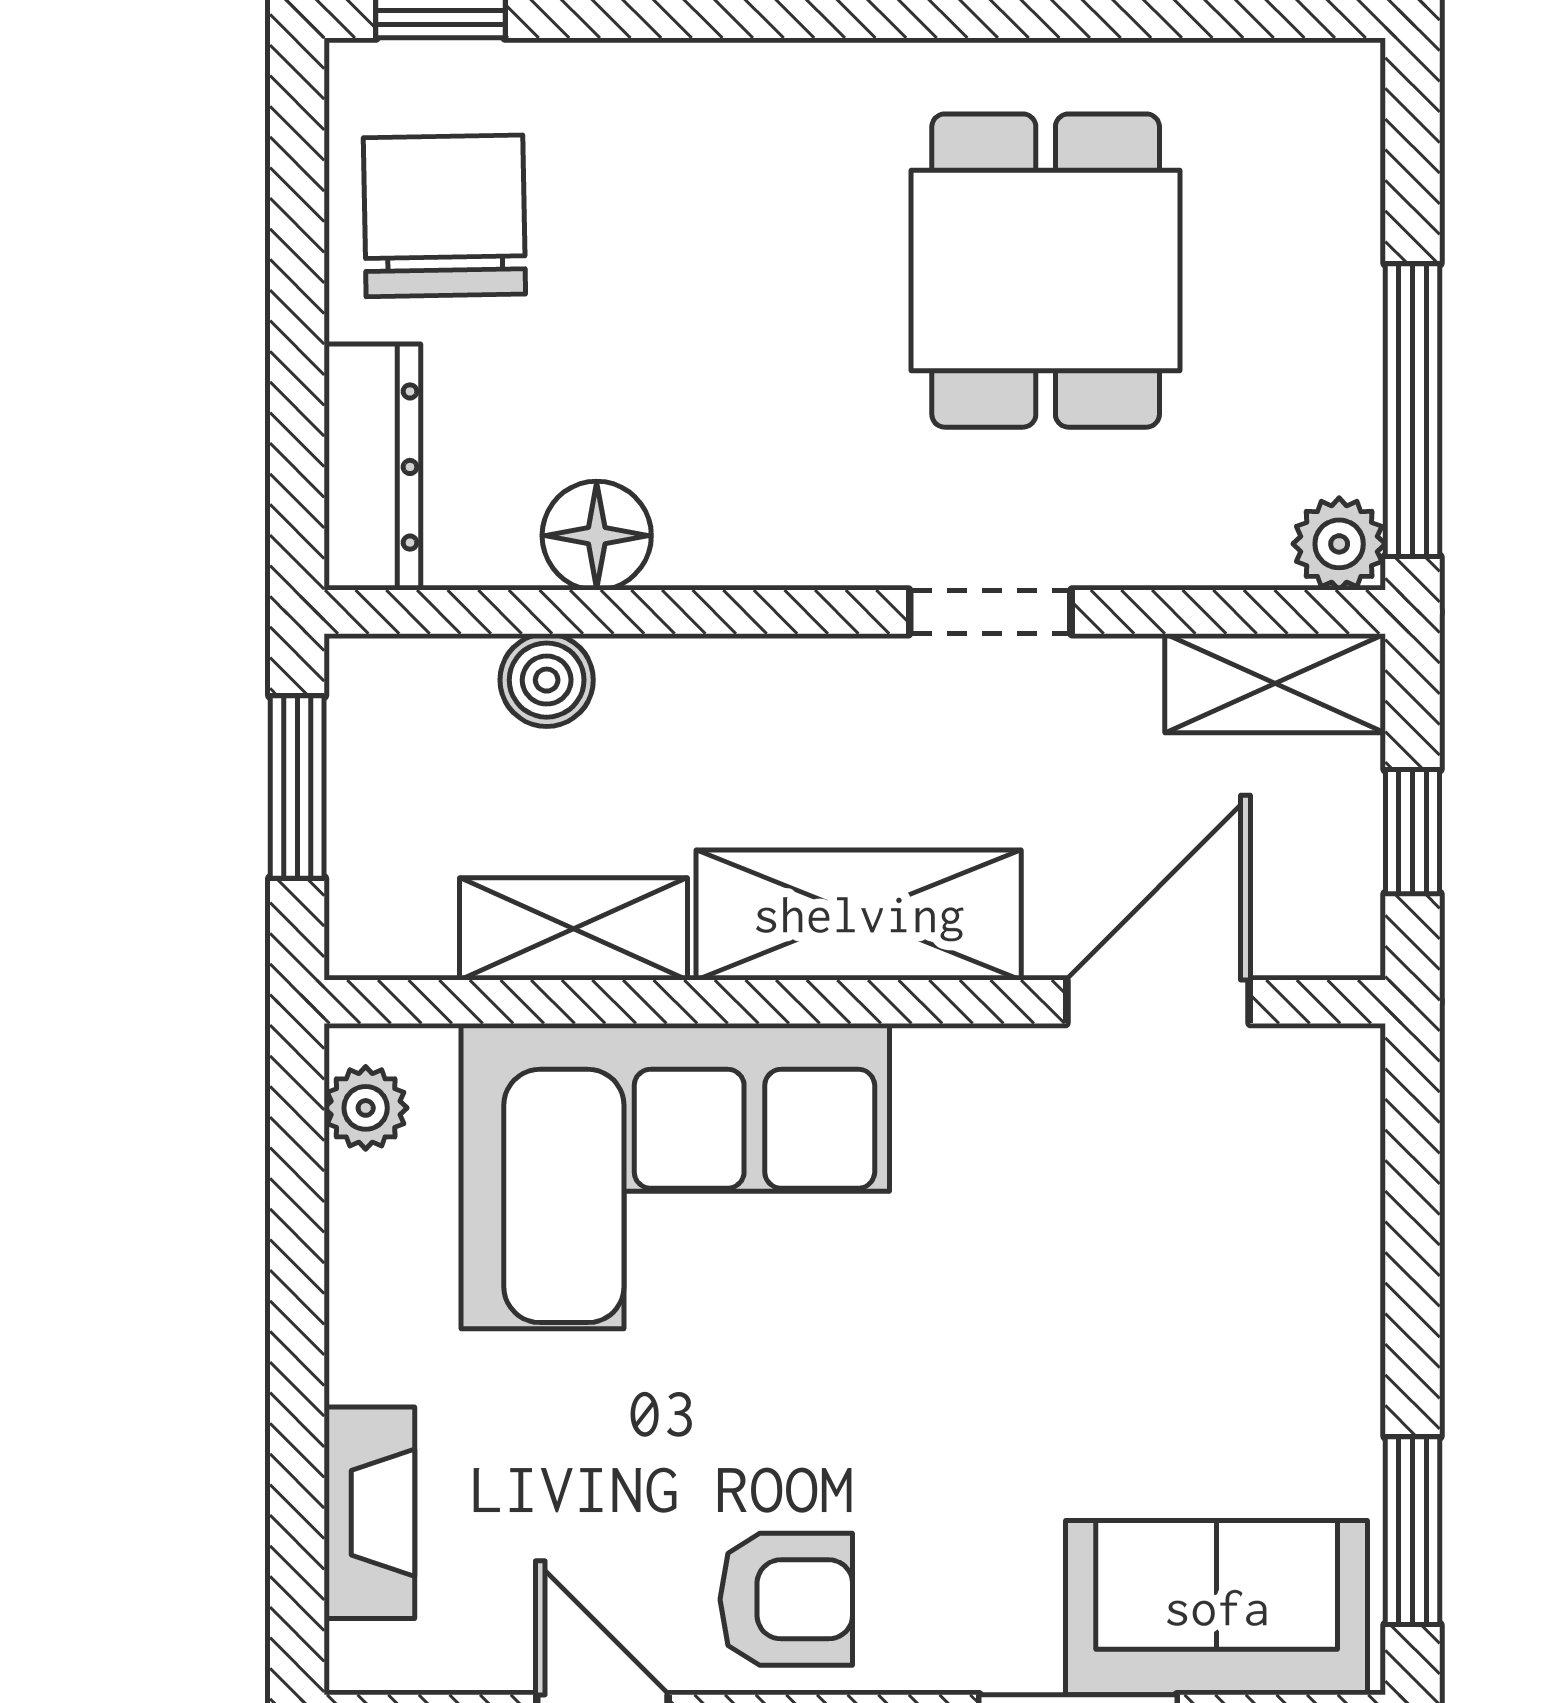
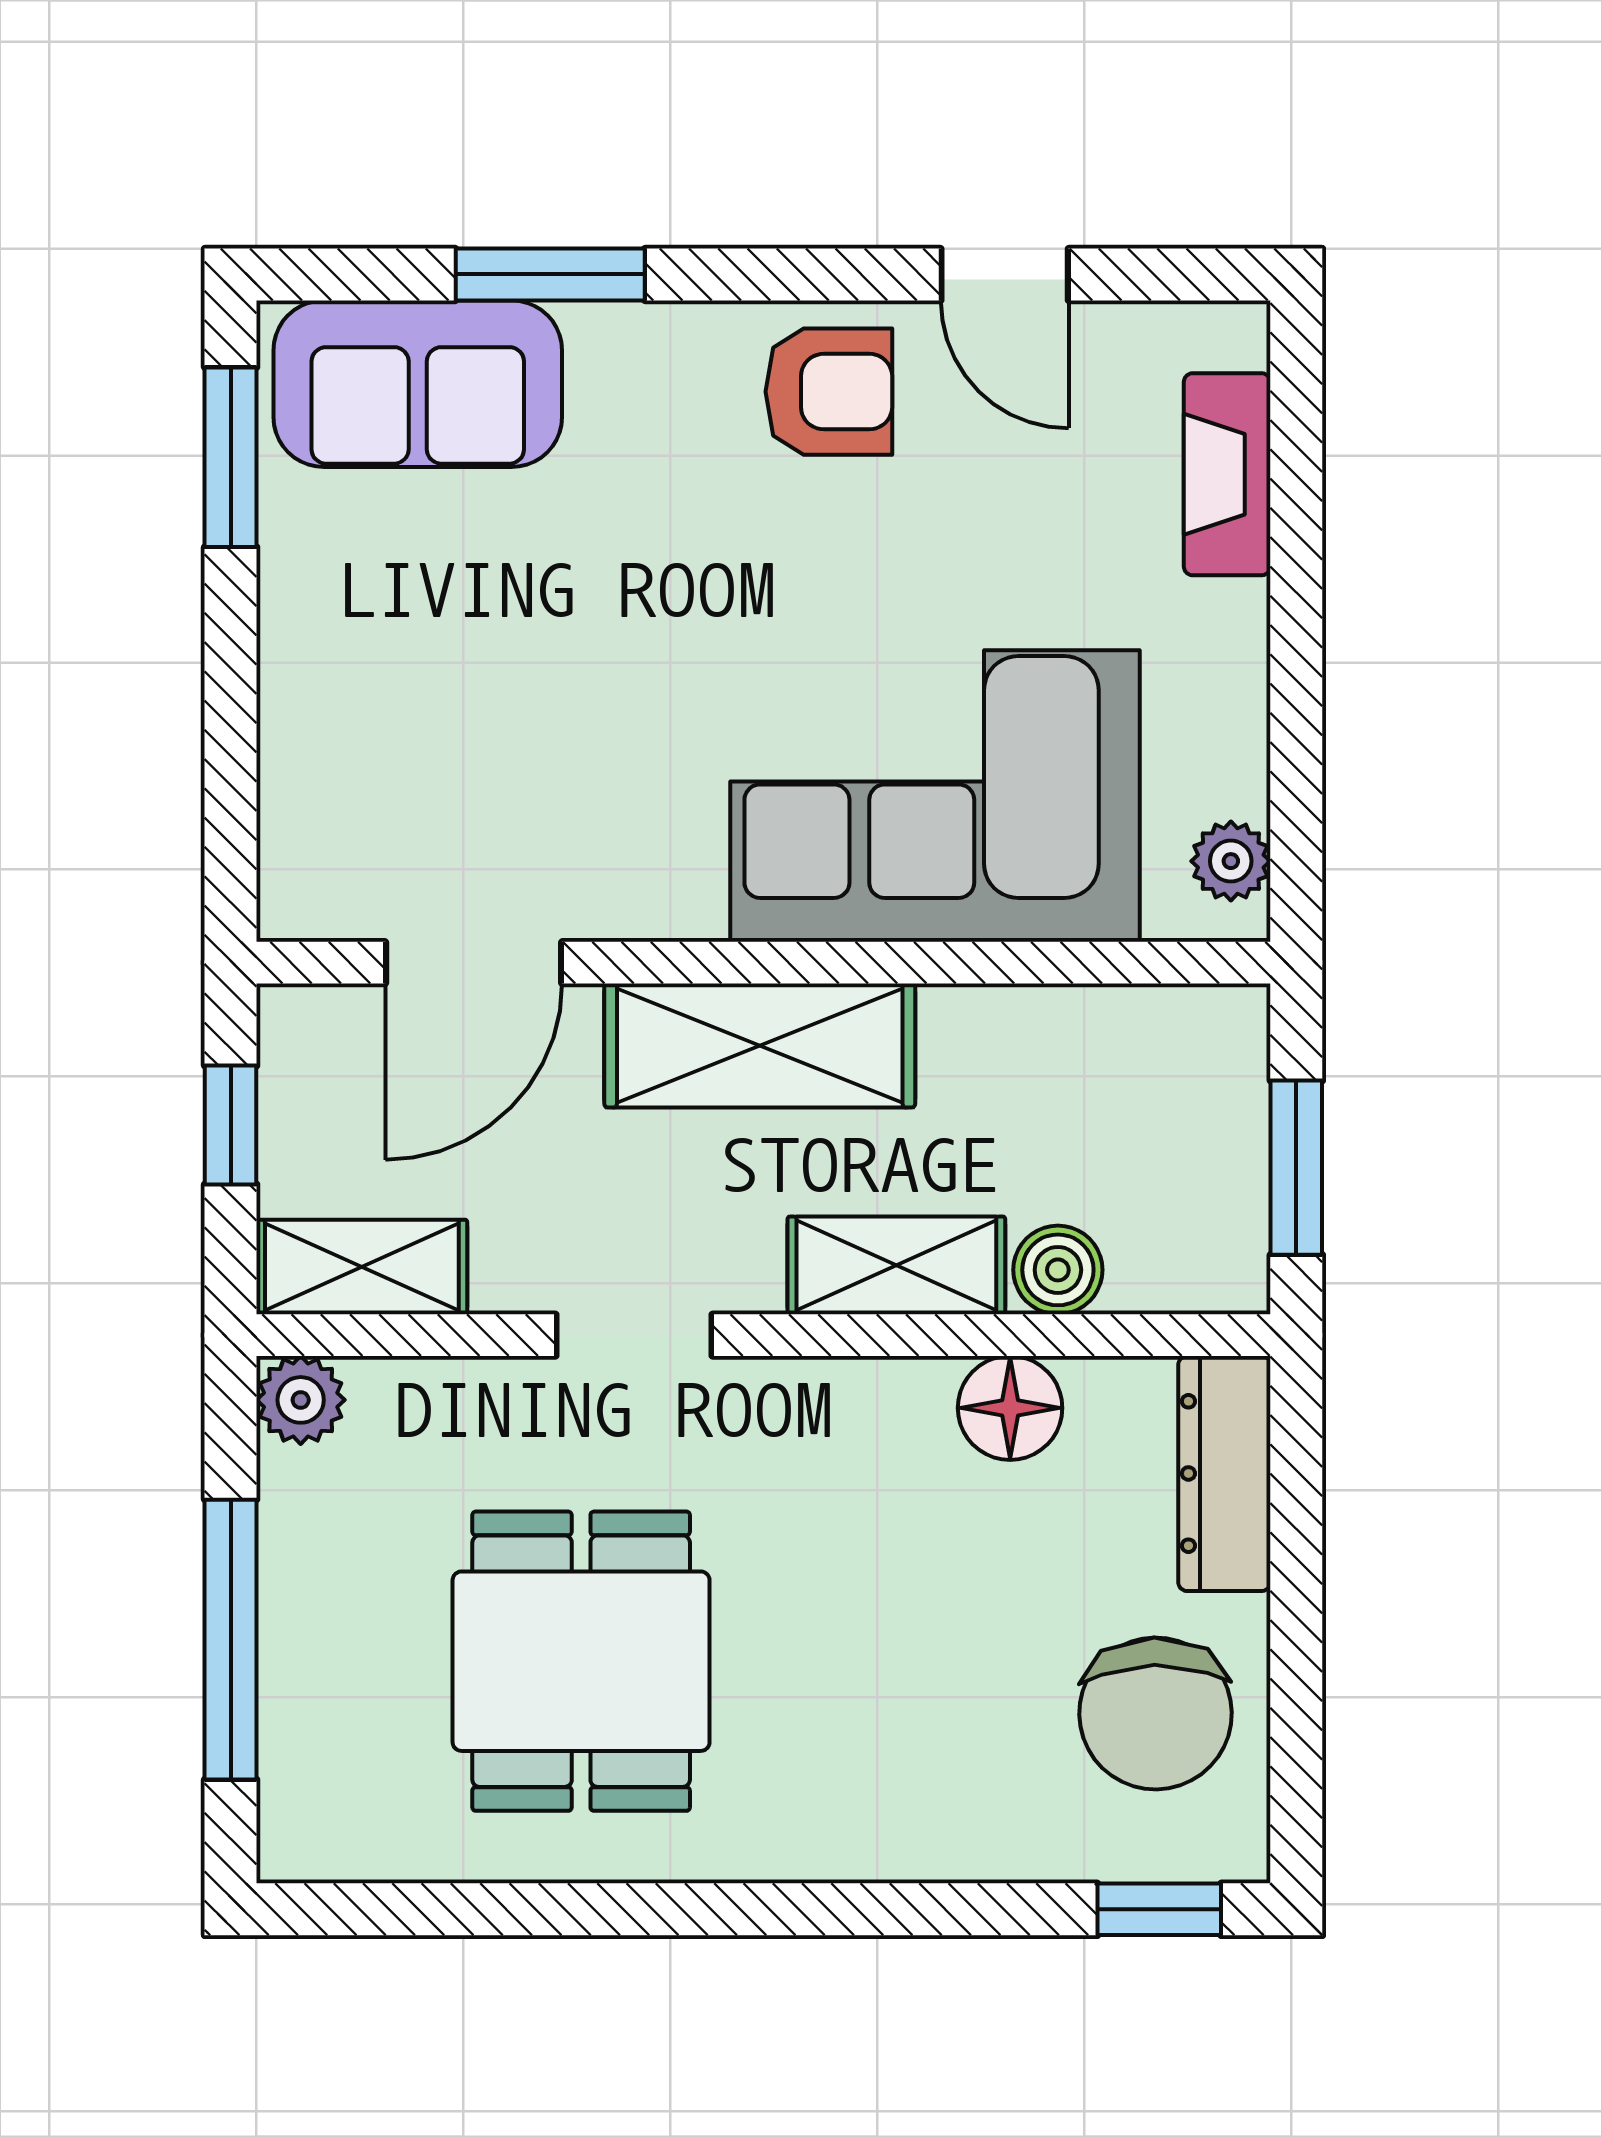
window: (1412, 410) -> (231, 1640), moved
shelving: (574, 929) -> (896, 1265), moved
armchair: (786, 1599) -> (829, 392), turned 180

